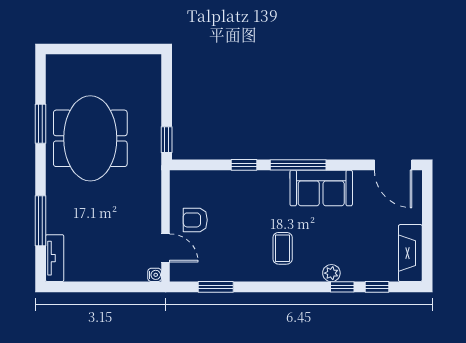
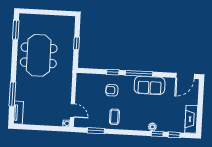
window: (40, 124) -> (16, 30), moved
window: (167, 140) -> (76, 43), moved
door: (393, 165) -> (185, 76), hinge flipped
armchair: (195, 220) -> (112, 90), moved
coffee table: (283, 248) -> (114, 117), moved

